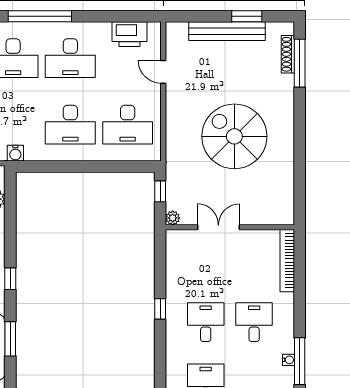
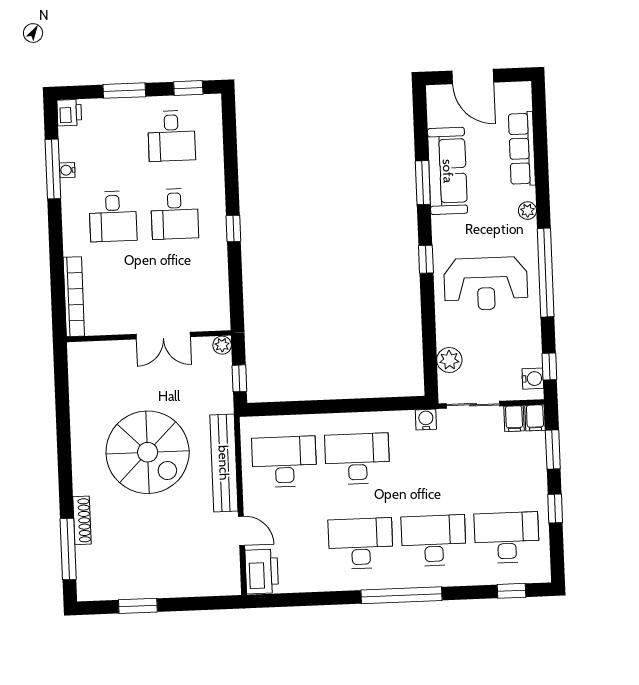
bench: (227, 31) -> (224, 463), moved, turned 90
printer: (129, 34) -> (262, 571), moved, turned 90
shoe rack: (288, 54) -> (82, 520), moved

